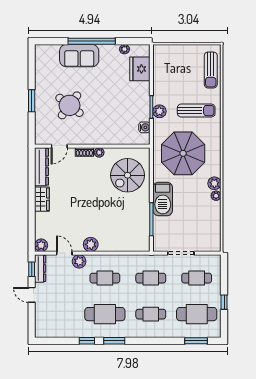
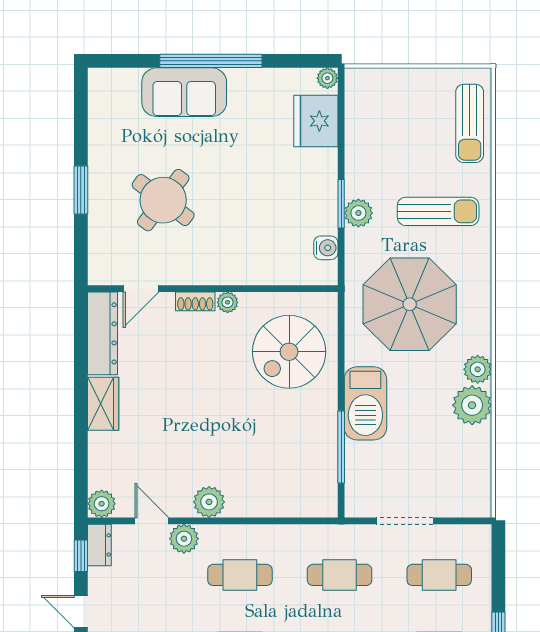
plant: (125, 49) -> (327, 78), moved
plant: (216, 196) -> (472, 405), width x1.88, depth x1.88
dresser: (40, 268) -> (99, 545), width x0.70

